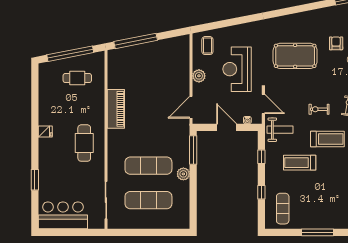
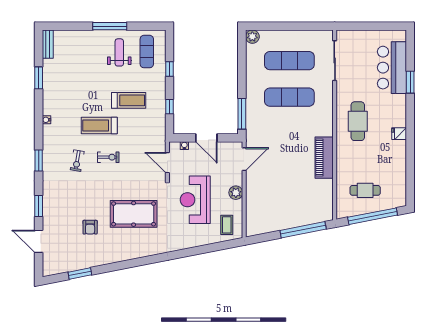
reception desk: (237, 69) -> (195, 200), turned 180
weight bench: (280, 130) -> (119, 52), moved, turned 90
plant: (183, 174) -> (252, 37), moved
bar counter: (63, 215) -> (392, 68), moved, turned 90

